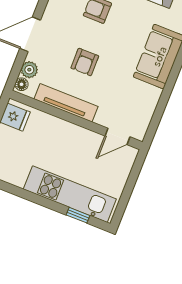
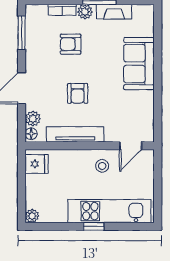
stool: (81, 145) -> (102, 166), added
window: (78, 215) -> (94, 226), moved

